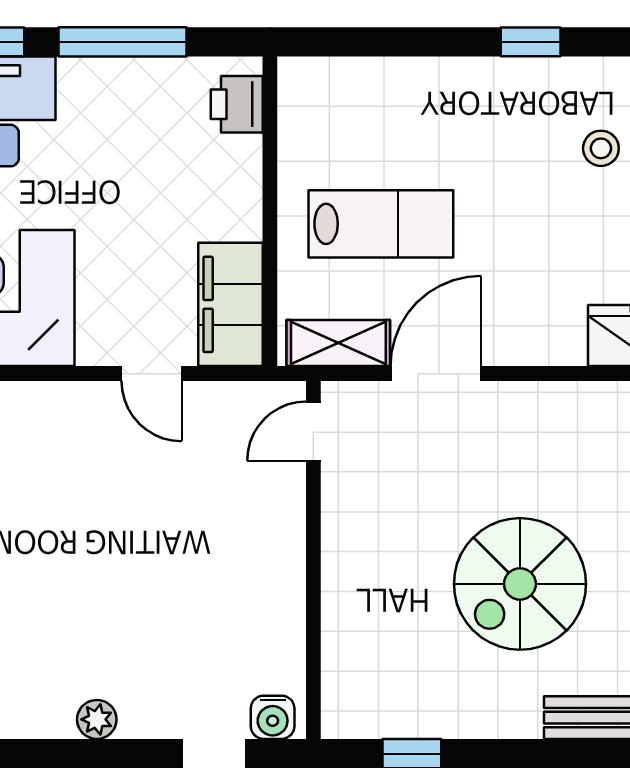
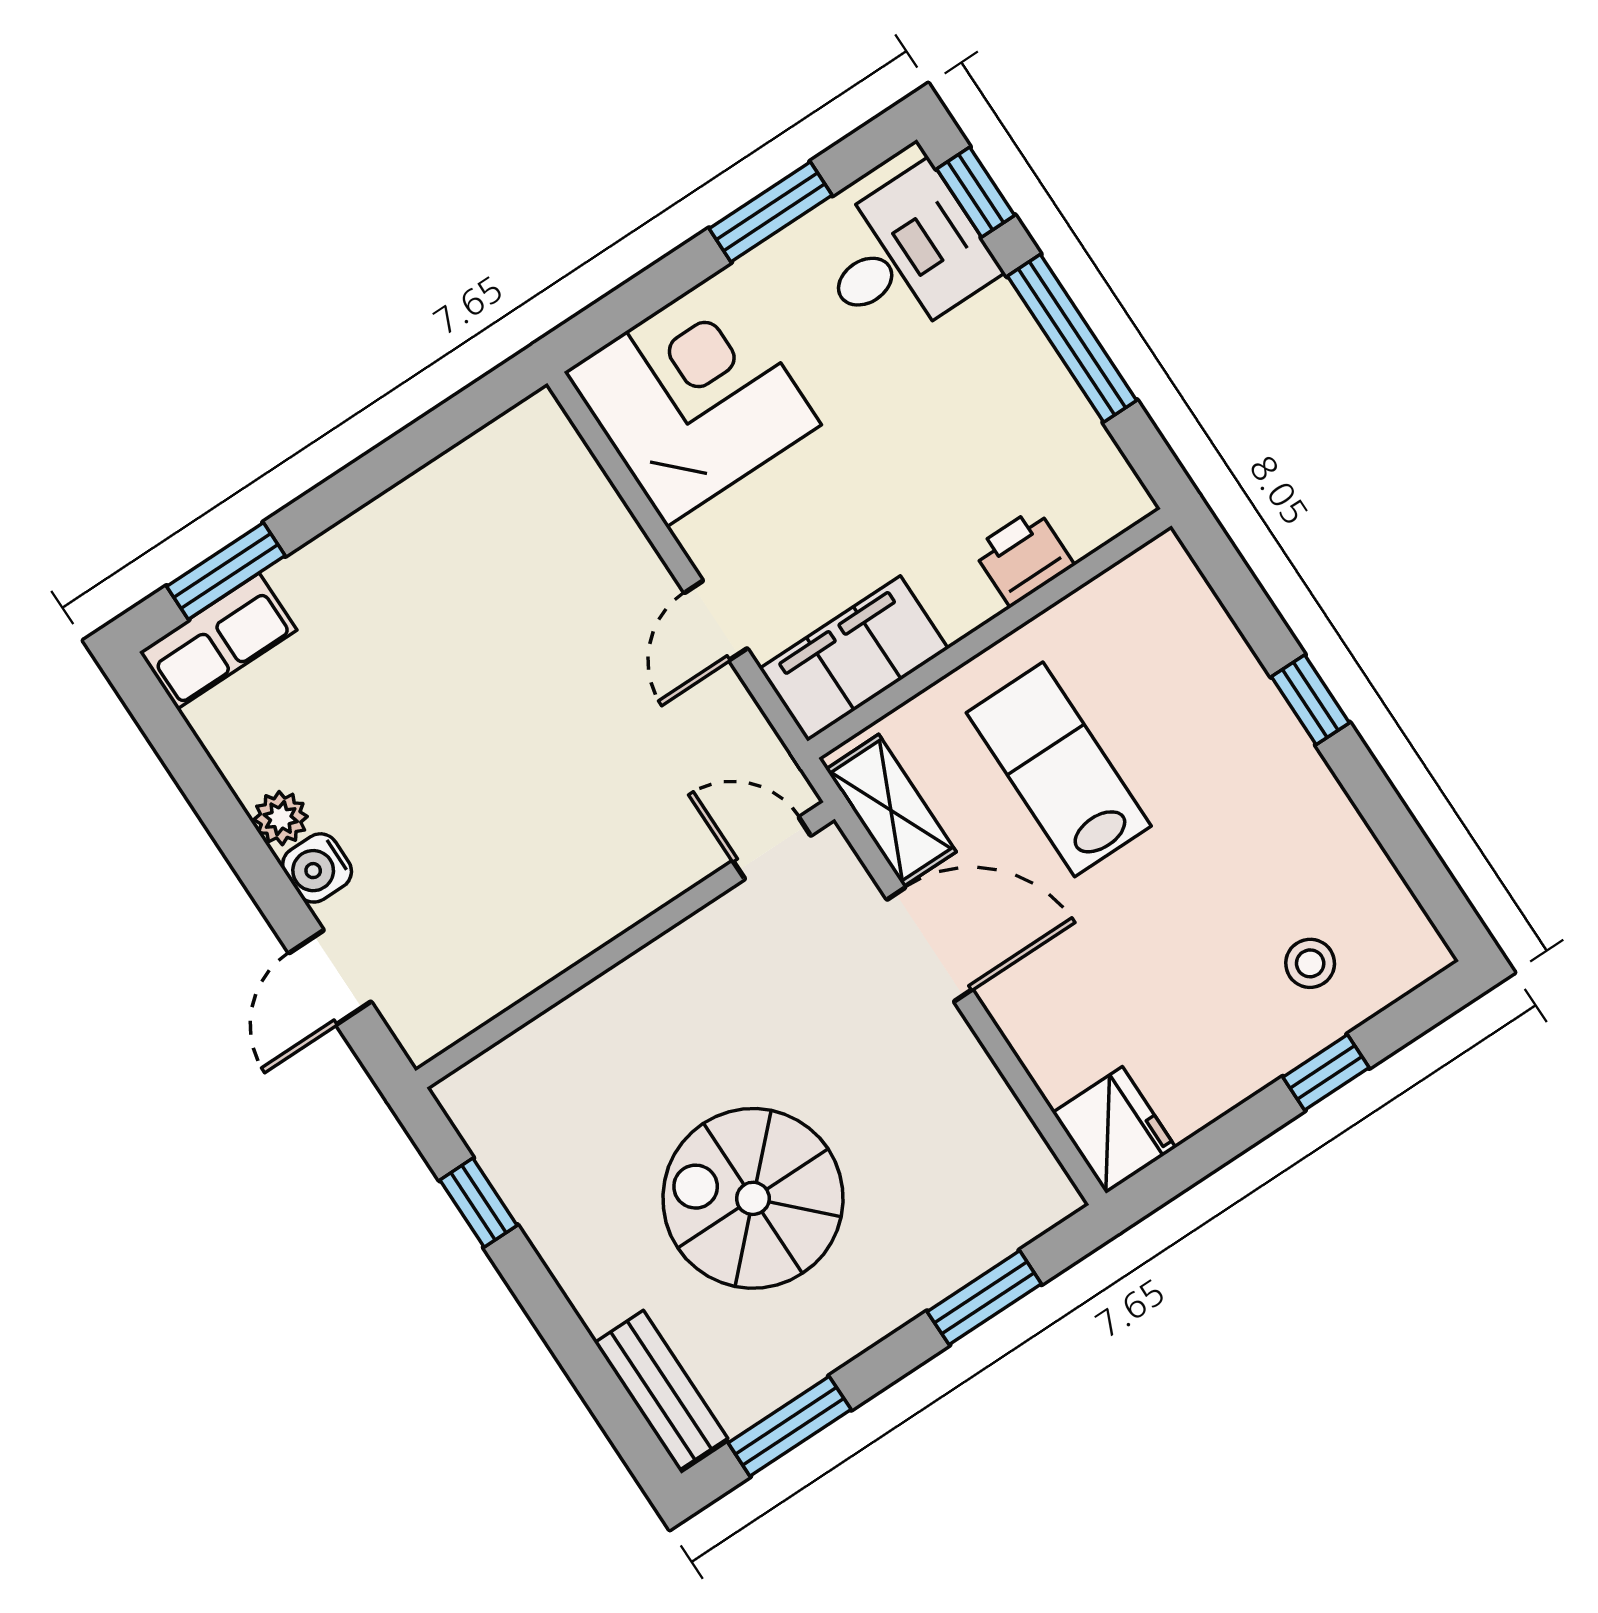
window: (531, 42) -> (1310, 700), moved
printer: (237, 104) -> (1023, 557), moved
lab bench: (381, 224) -> (1059, 769), turned 180
water cooler: (273, 717) -> (317, 868), moved

